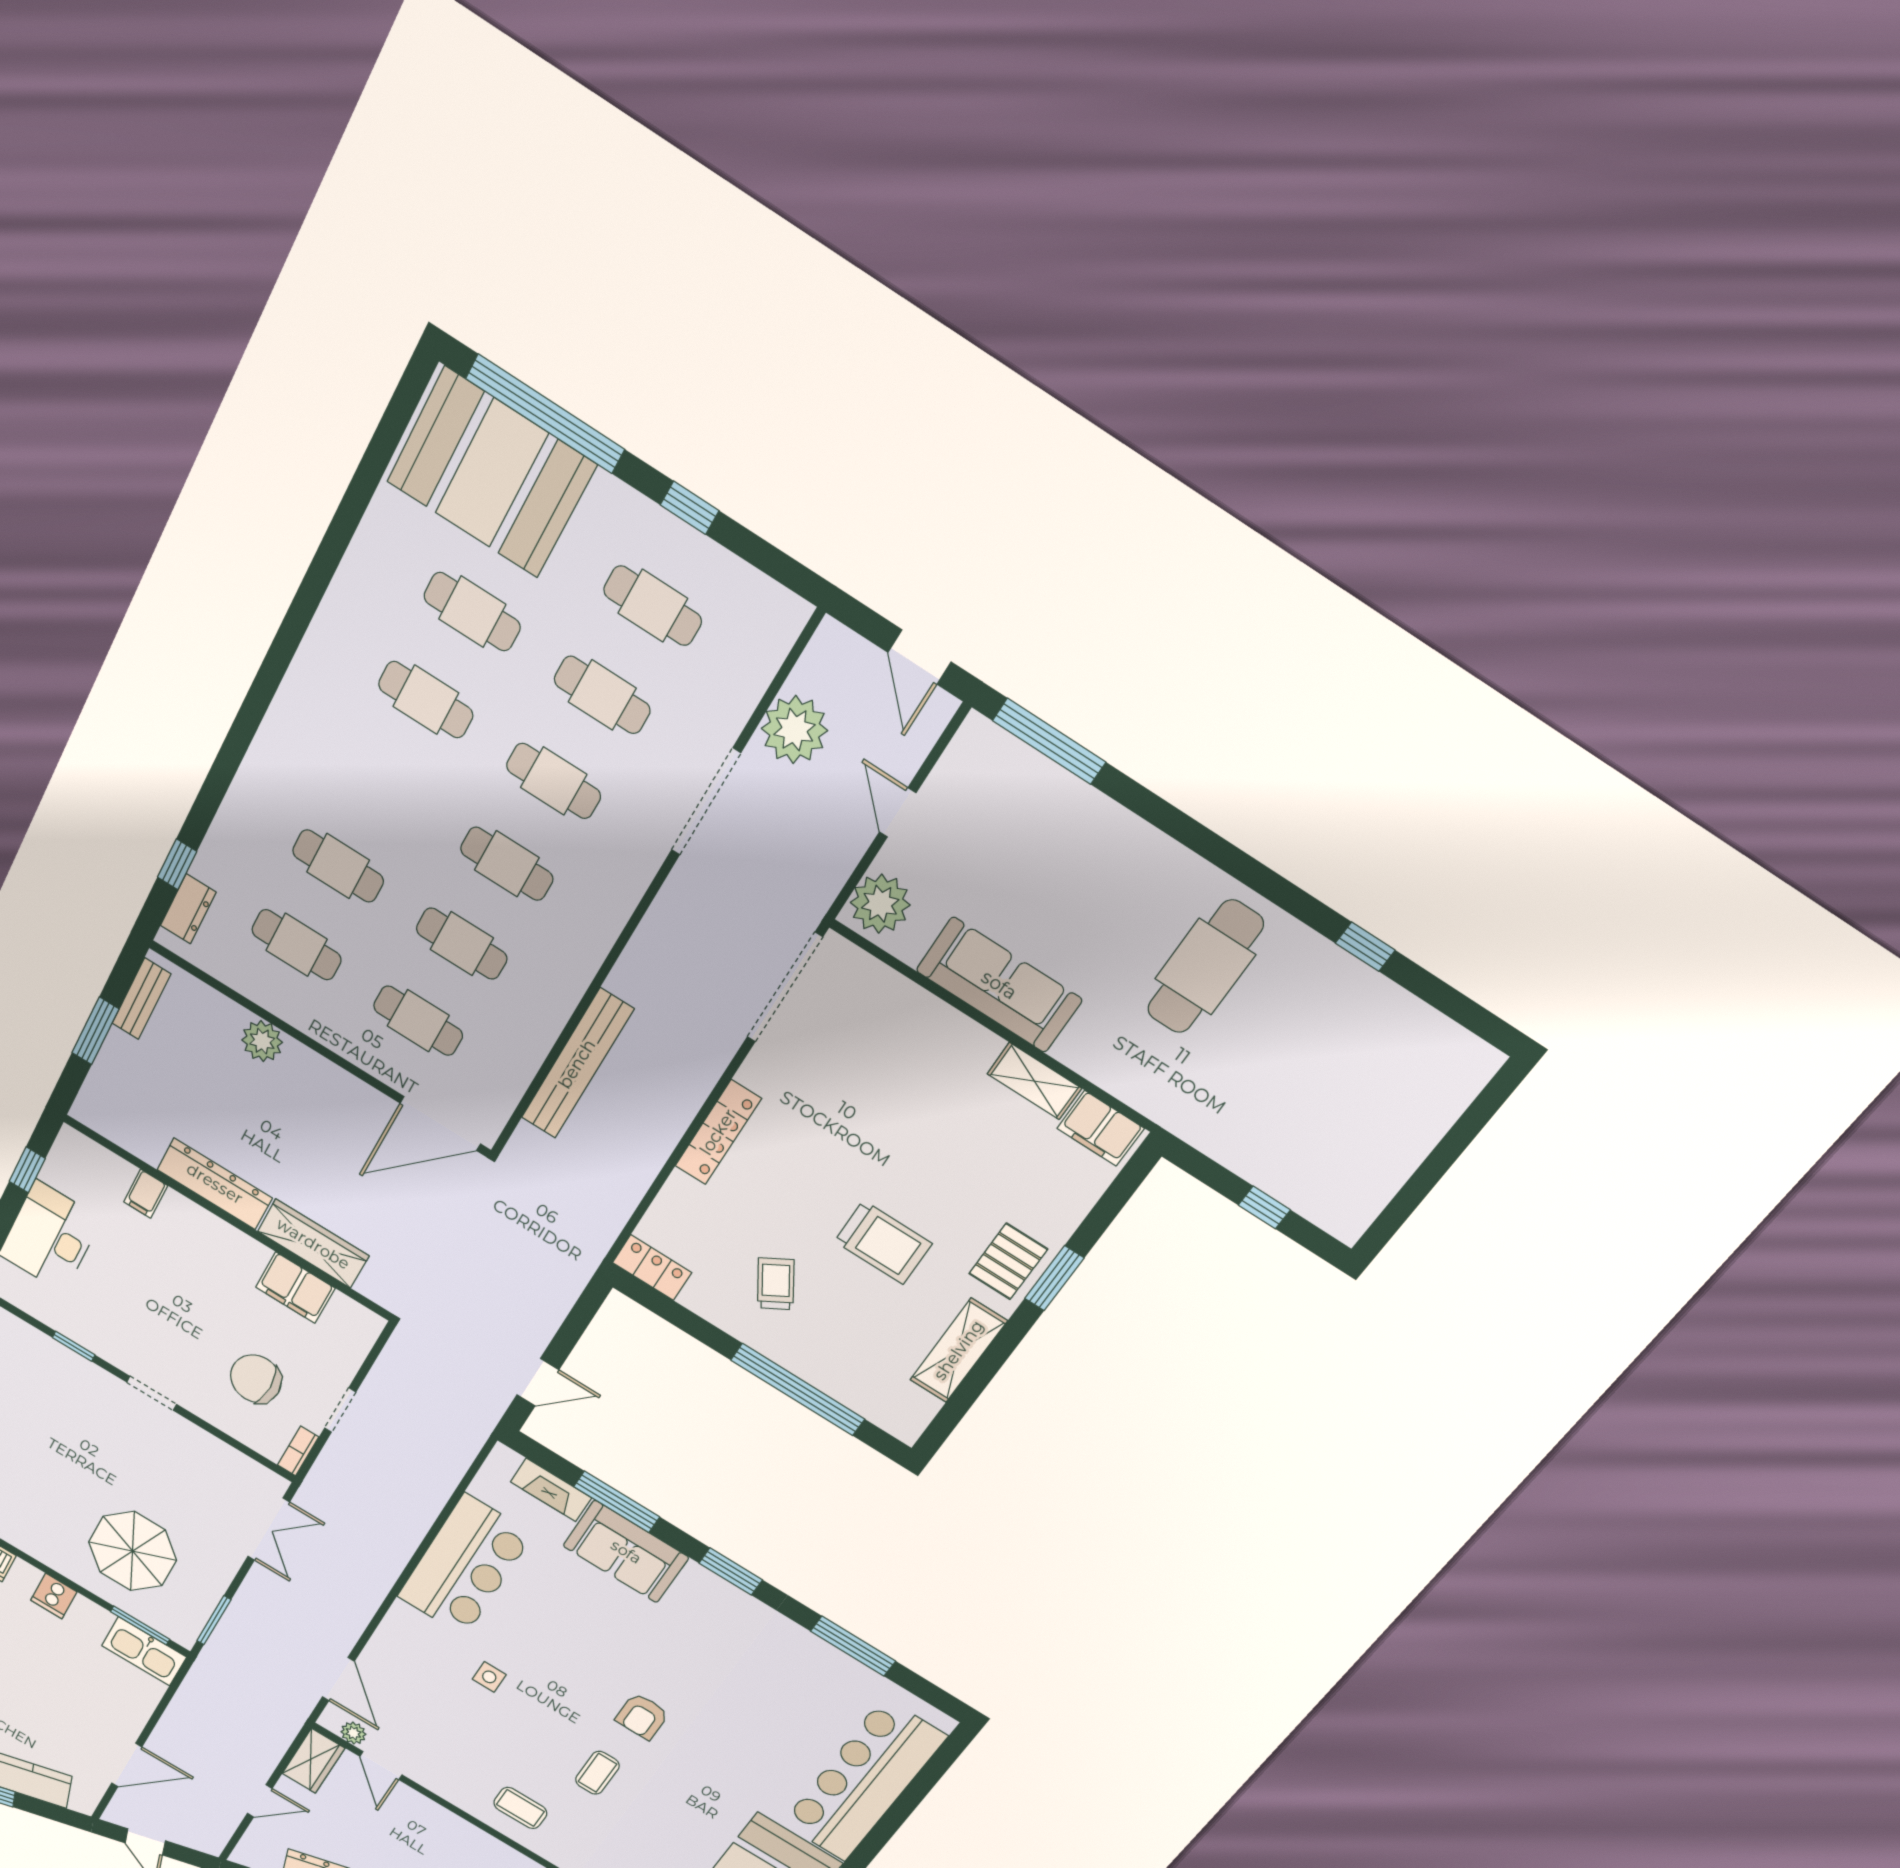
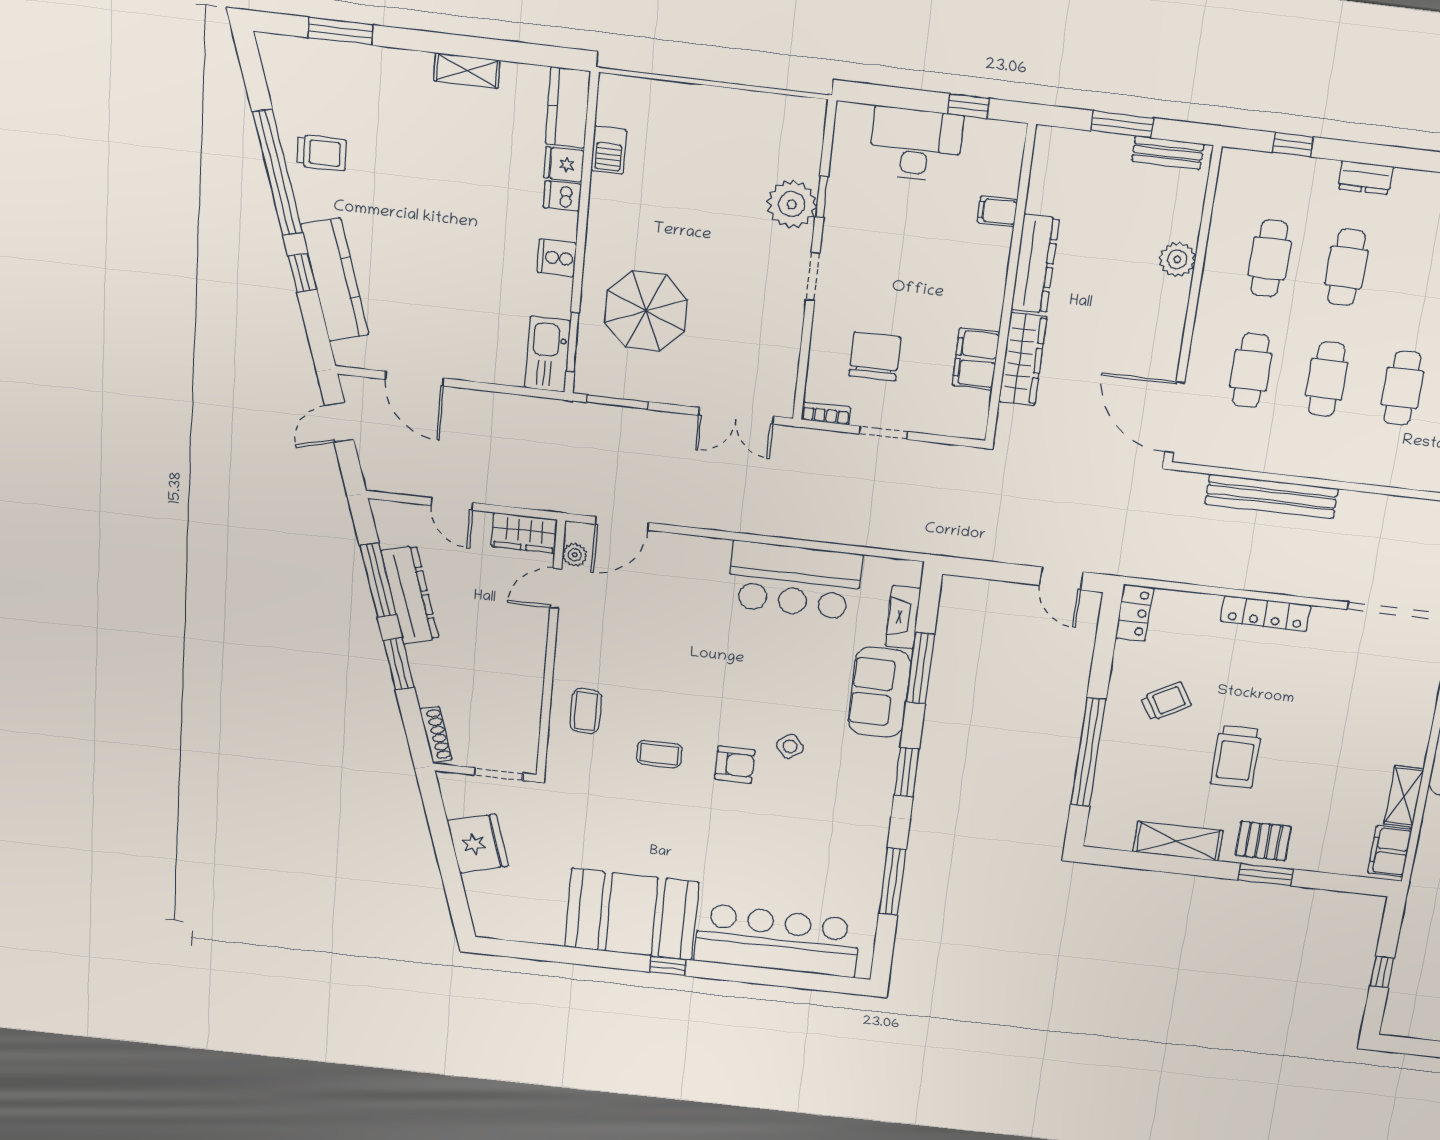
dresser: (188, 909) -> (1365, 178), moved
plant: (72, 1376) -> (792, 204), added
door: (538, 1382) -> (1061, 579), moved
side table: (489, 1677) -> (790, 746), moved, turned -38
armchair: (642, 1716) -> (735, 765), turned 180

